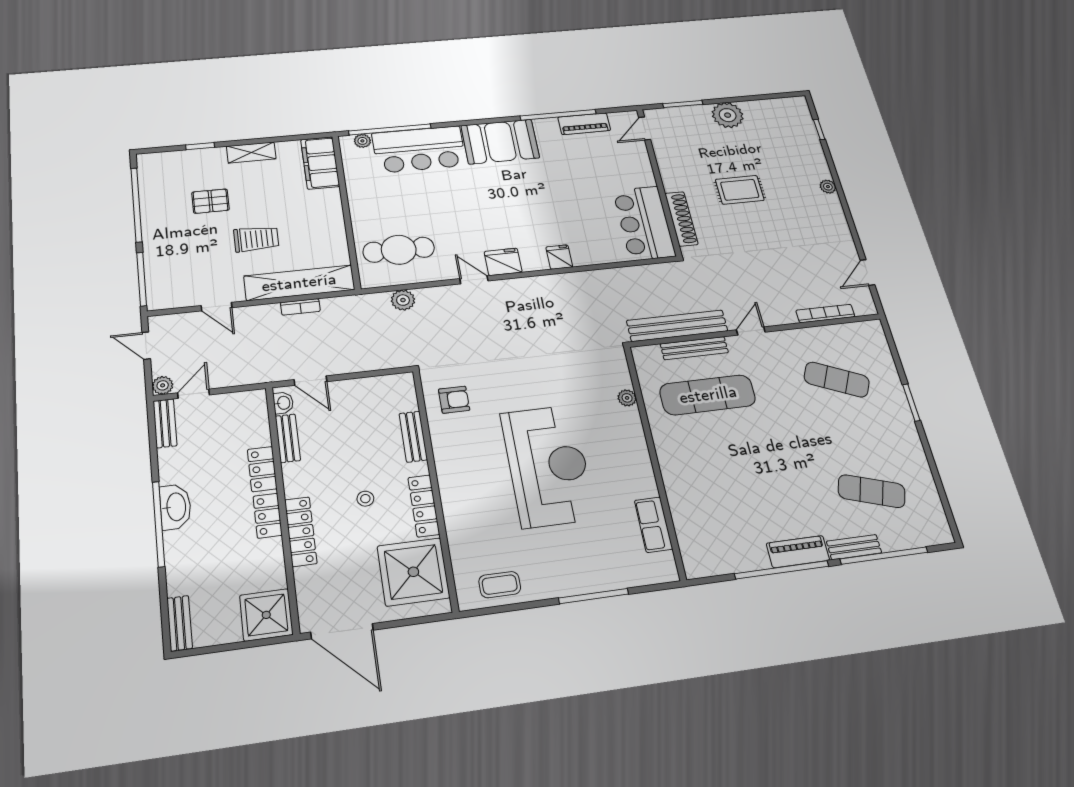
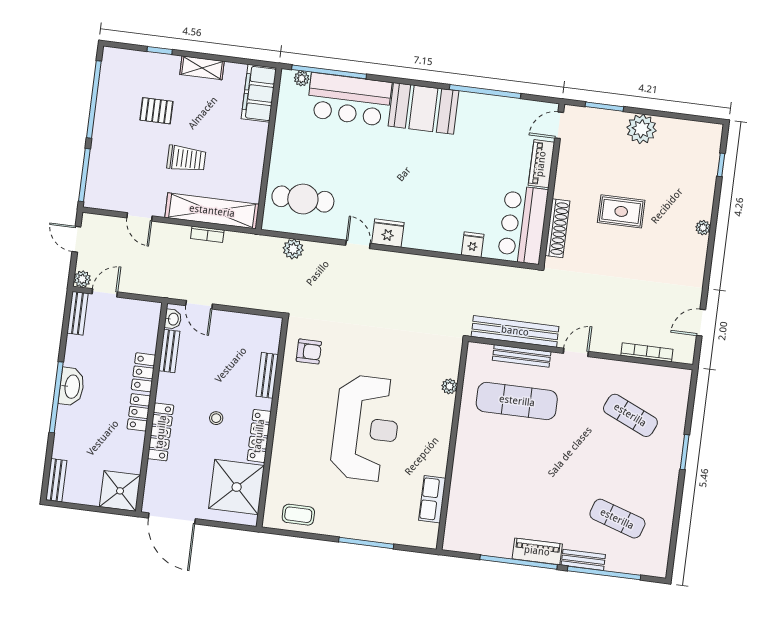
piano: (584, 124) -> (541, 164), moved, turned 90
fridge: (559, 257) -> (473, 245), moved

